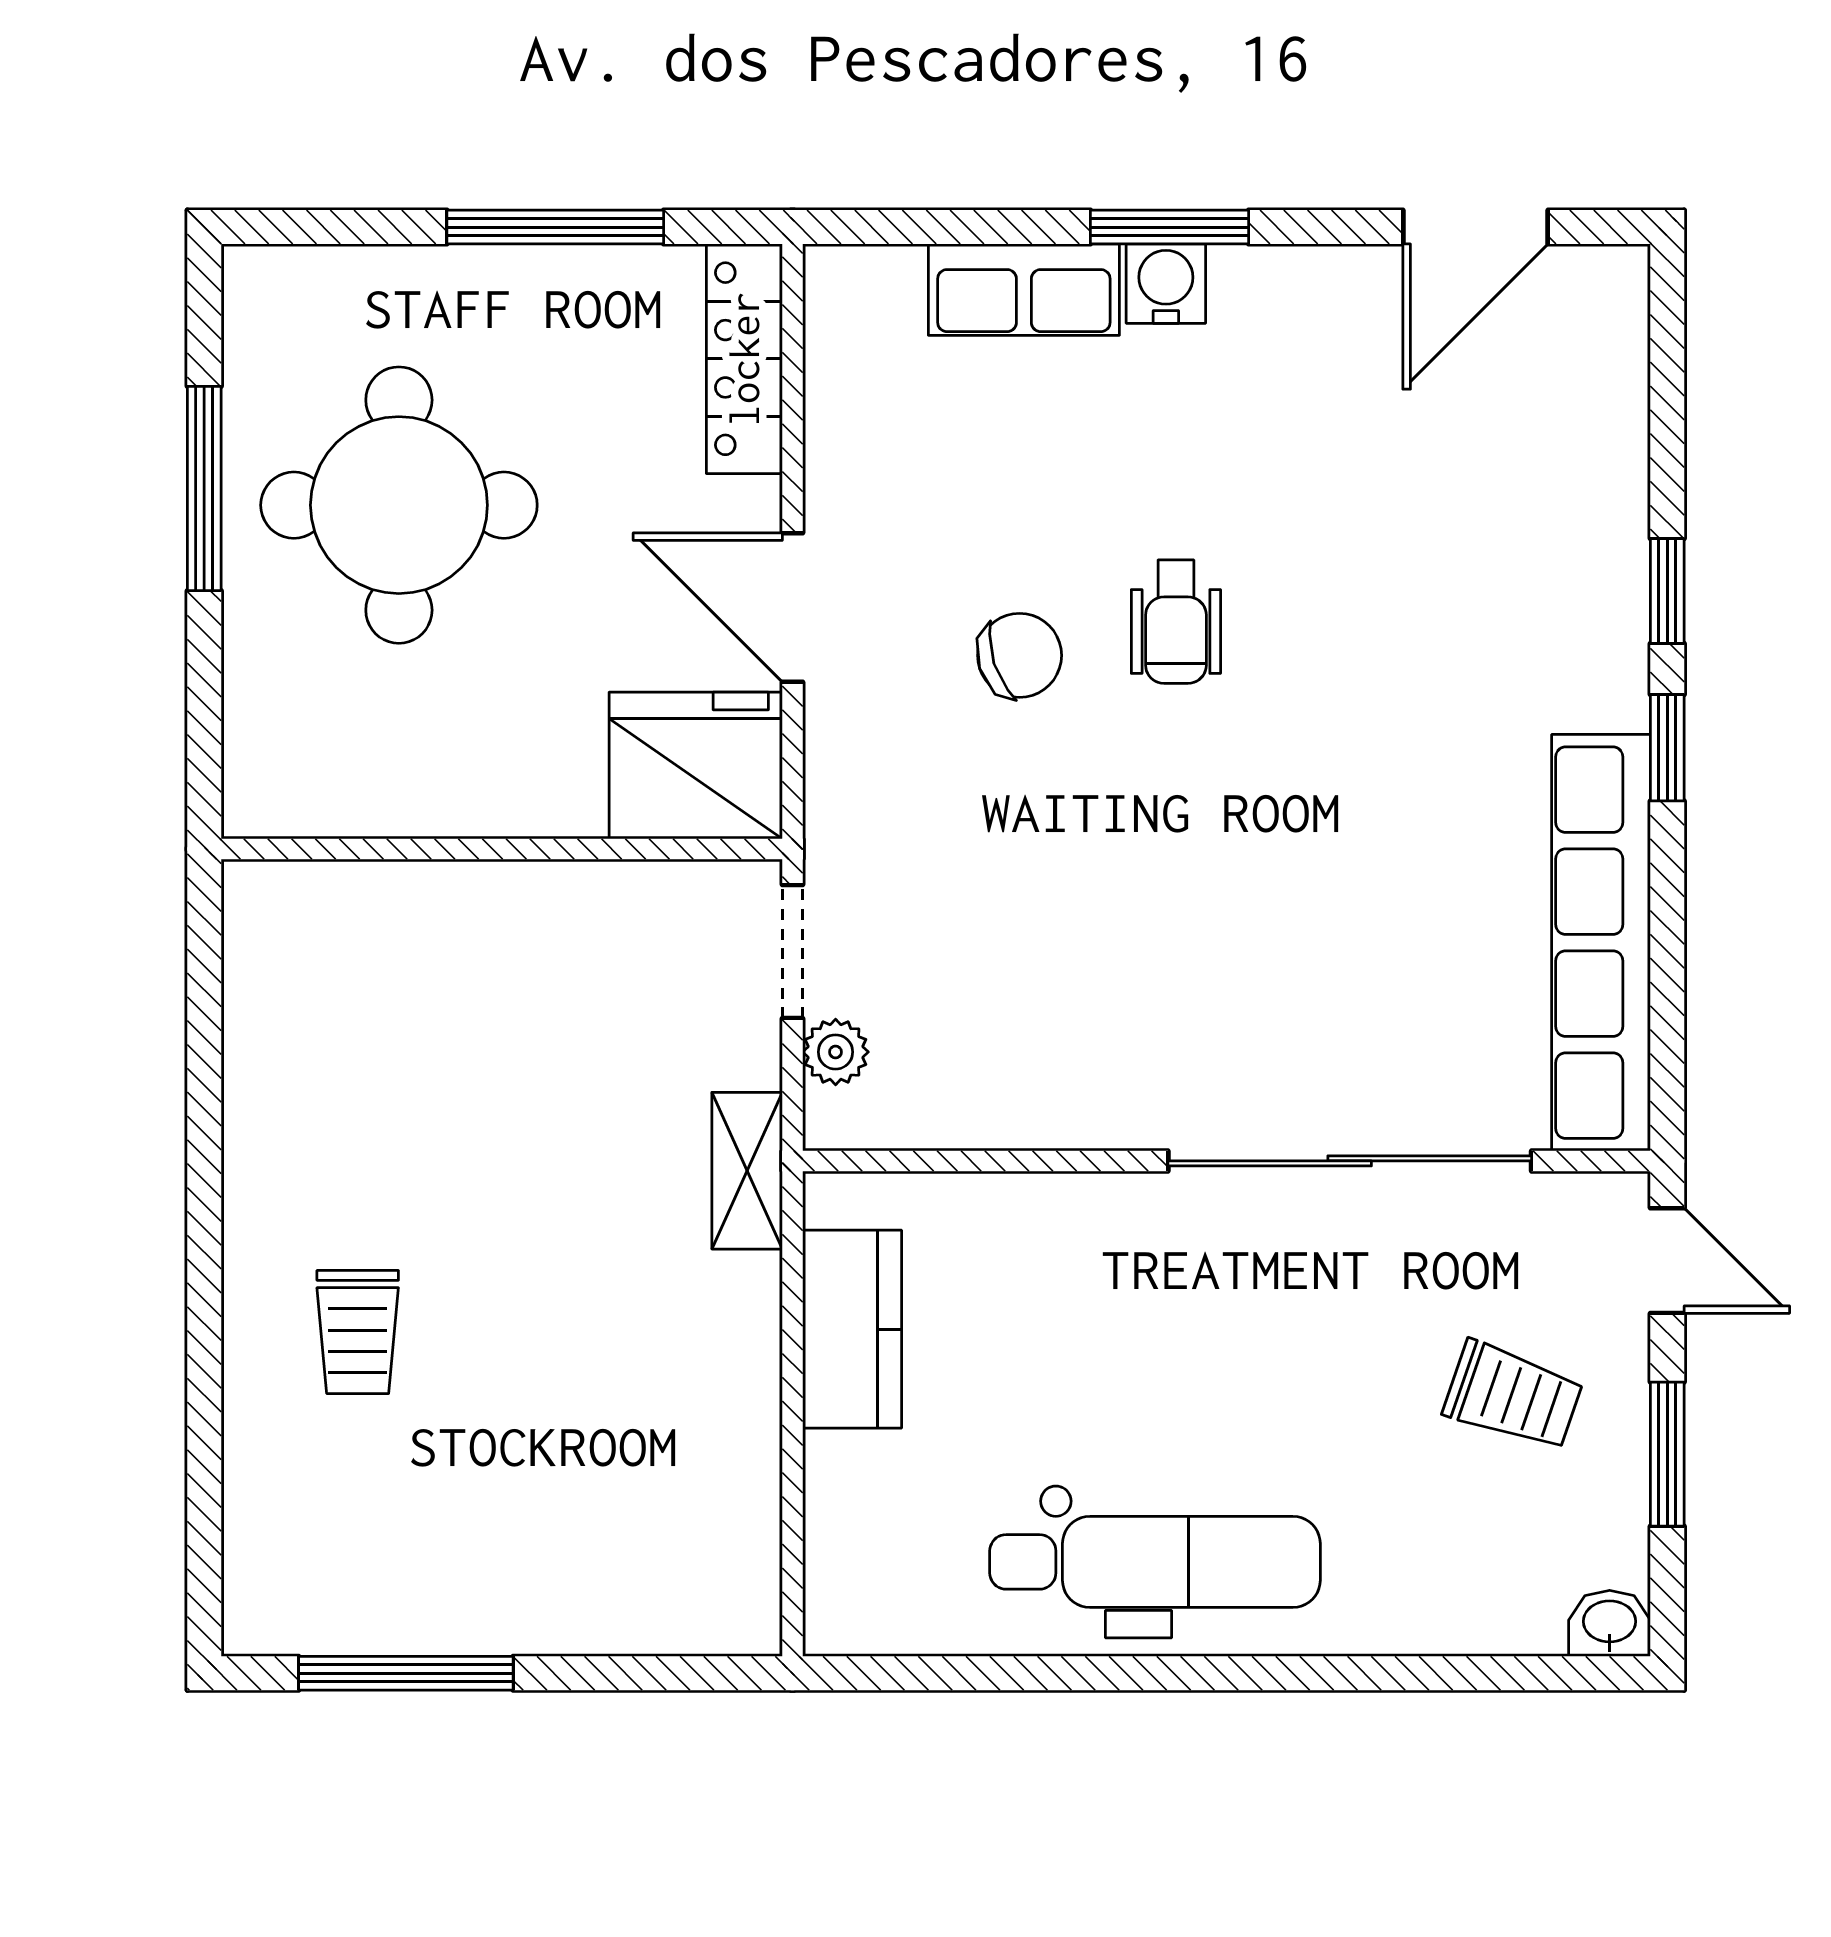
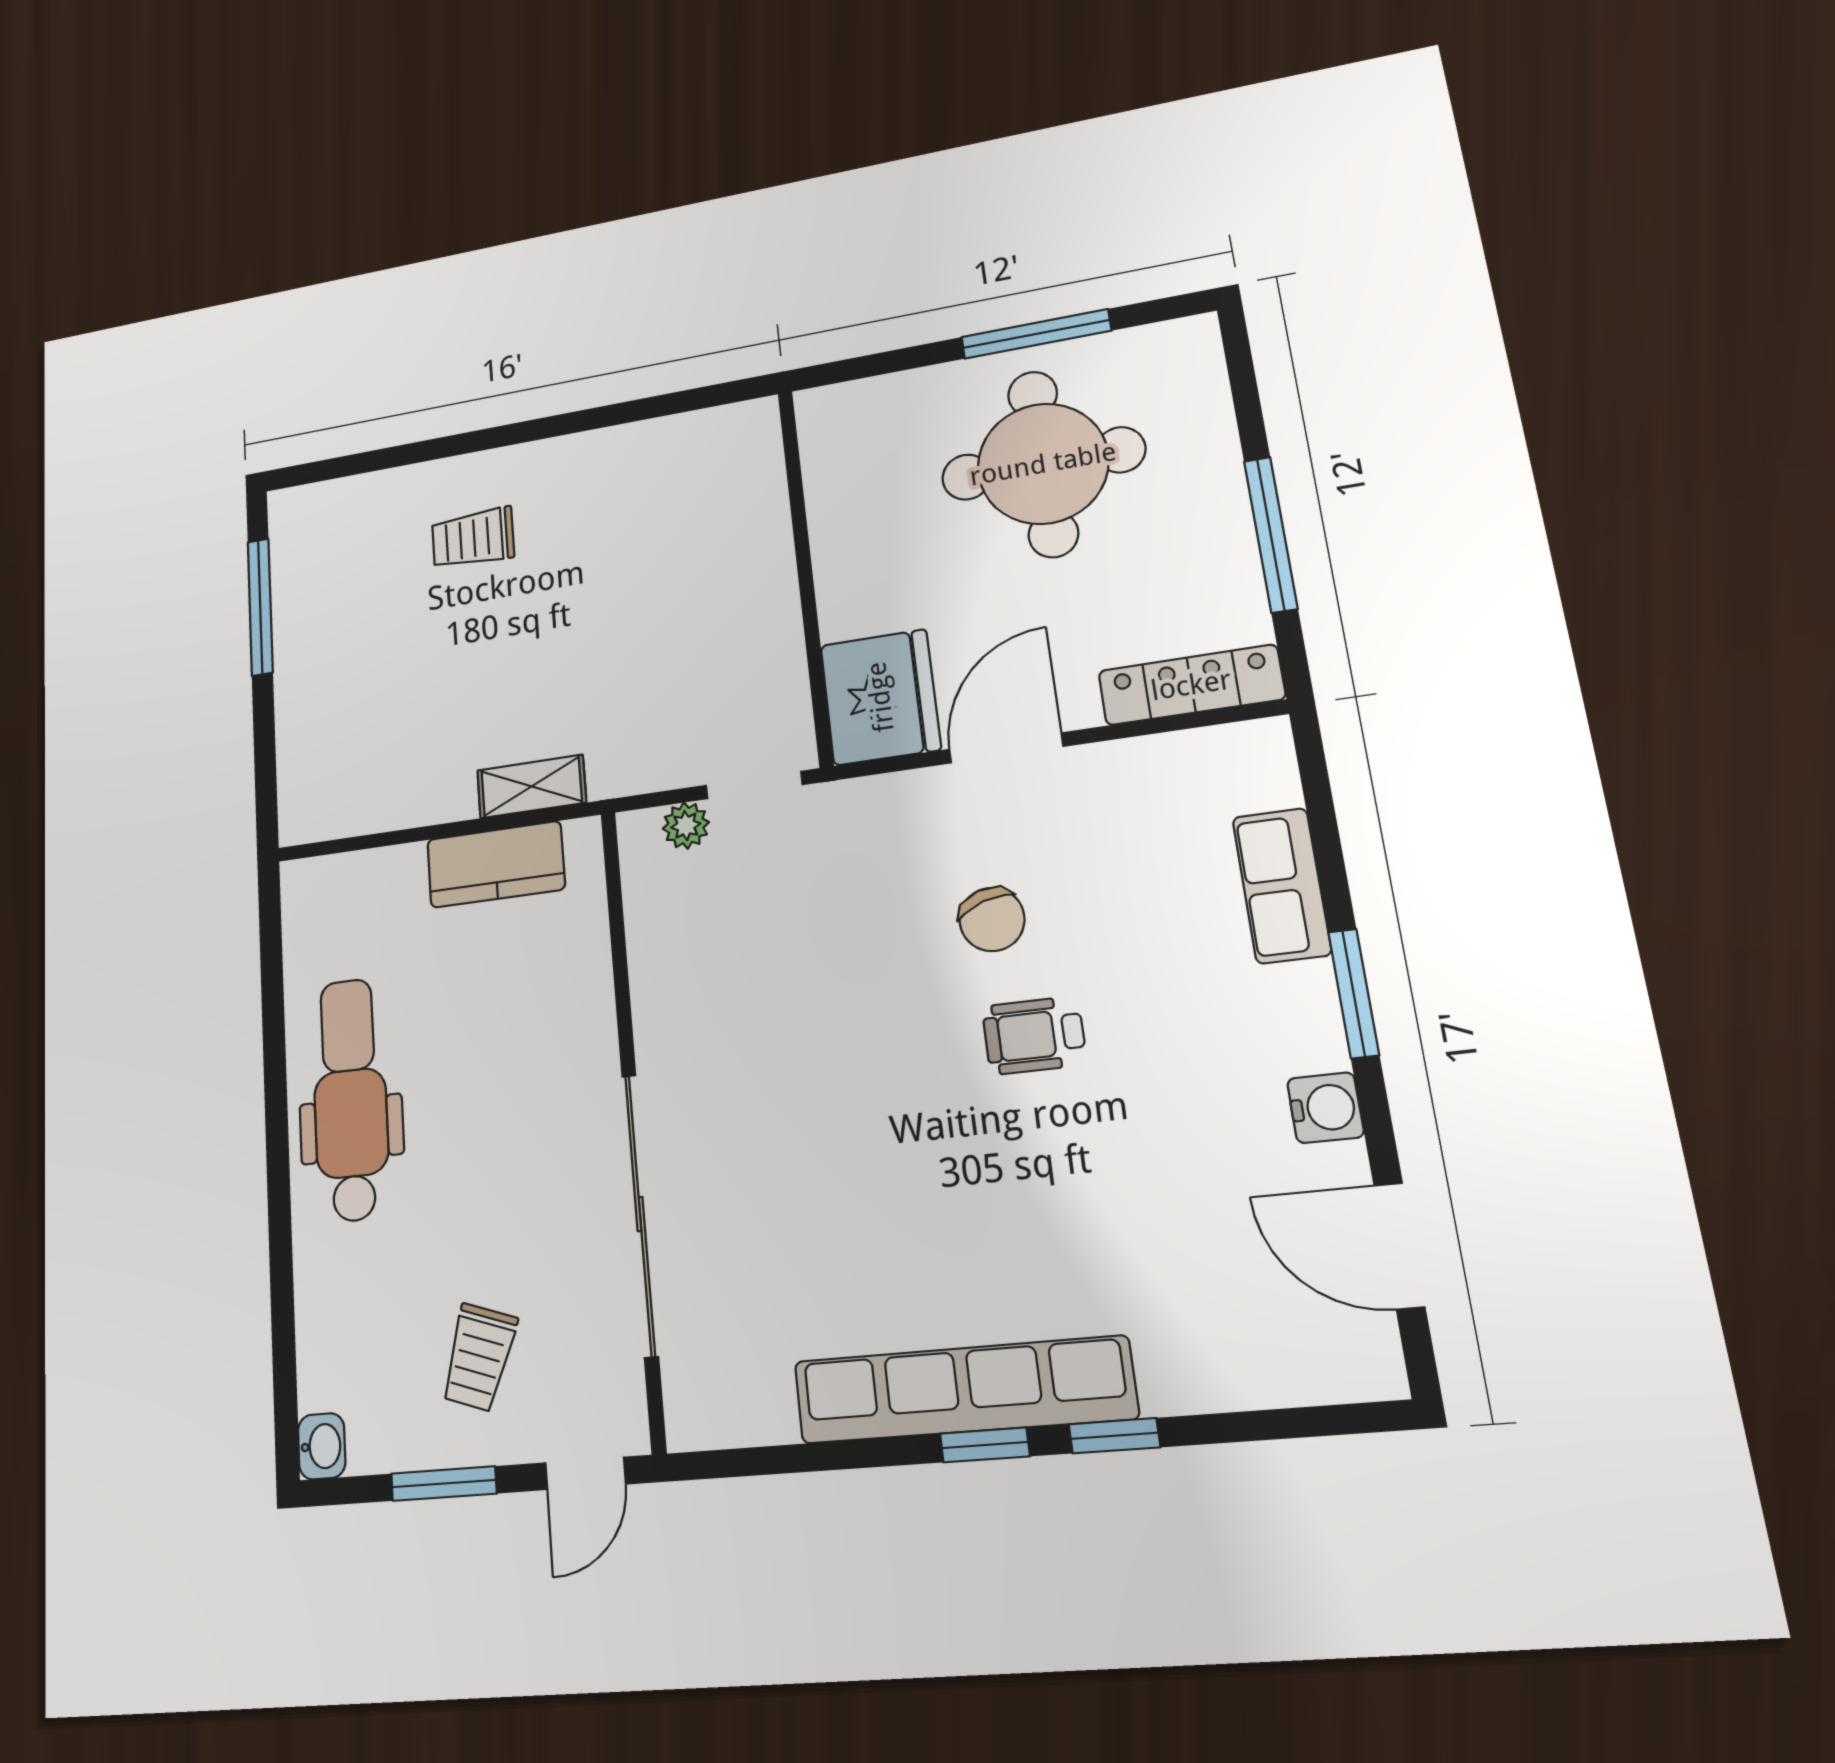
water cooler: (1166, 284) -> (1325, 1108), moved
row of seats: (1601, 943) -> (964, 1390), moved
shelving: (747, 1171) -> (531, 786), moved
dental chair: (1155, 1562) -> (350, 1099), turned 180

